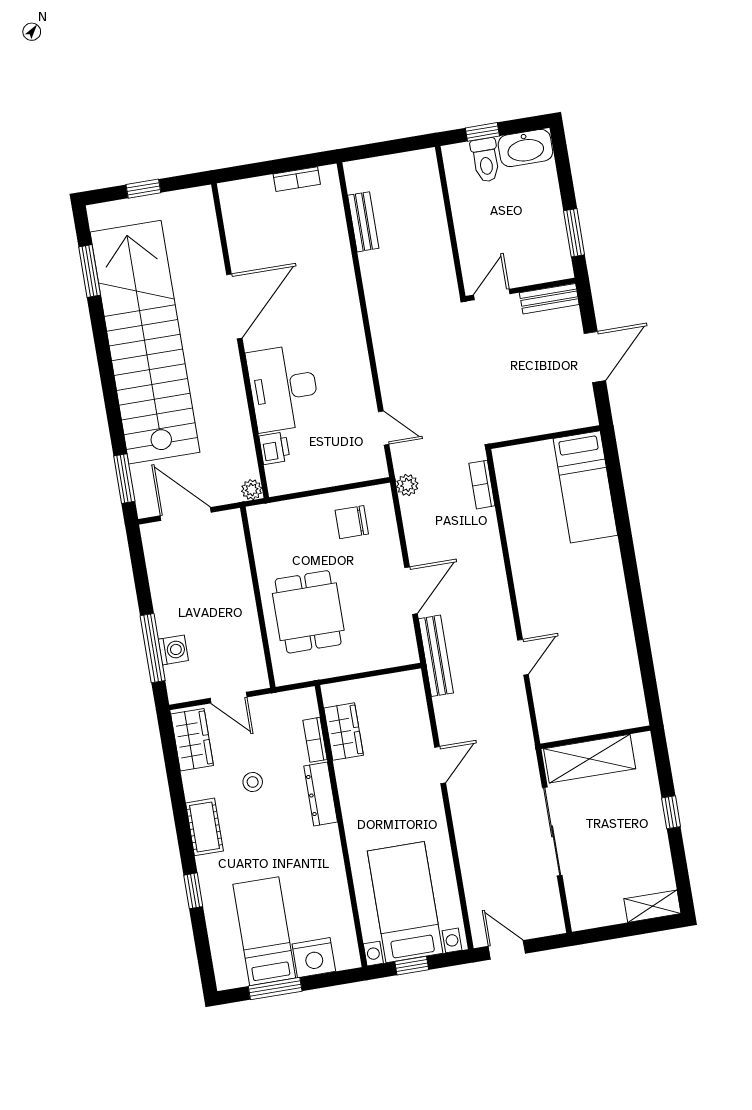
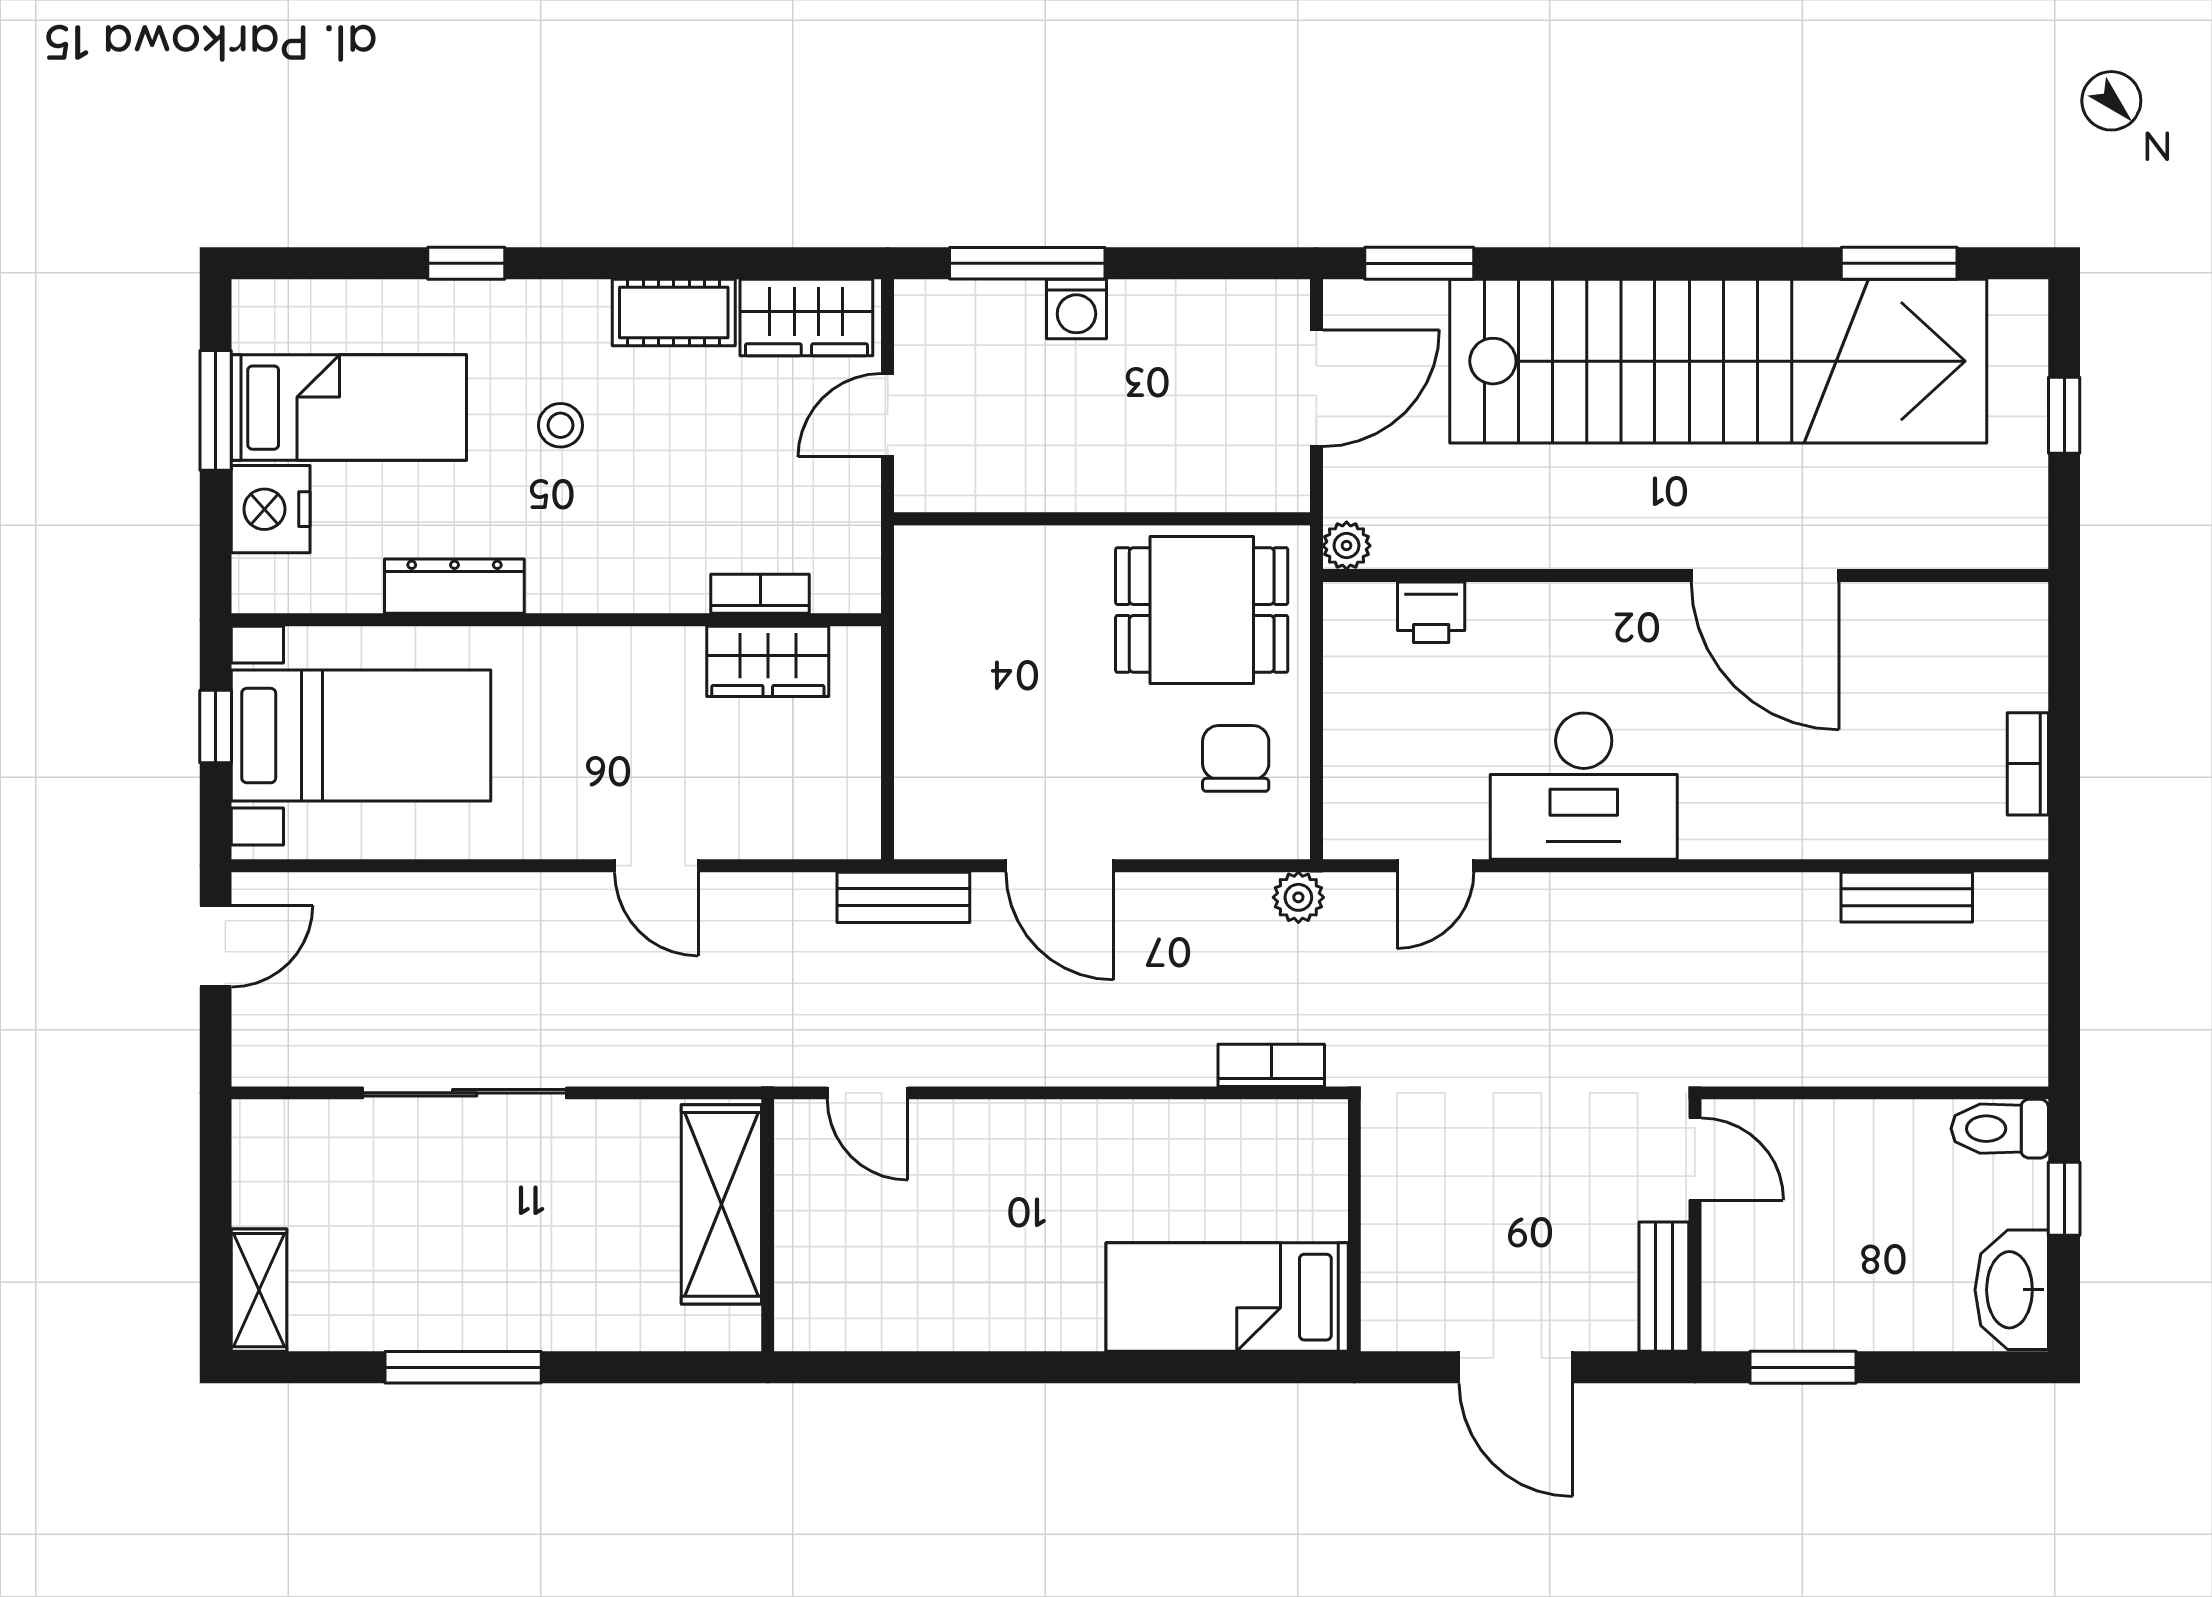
toilet: (485, 160) -> (2000, 1129), moved
desk: (283, 388) -> (1584, 786), moved, turned 180
dining table: (308, 612) -> (1202, 610), moved
washing machine: (173, 650) -> (1076, 309), moved
bench: (436, 656) -> (903, 897), width x0.73
wall: (595, 737) -> (768, 1225), moved
shelving: (590, 759) -> (721, 1204), moved
stool: (253, 782) -> (561, 425), moved
dresser: (321, 794) -> (454, 586), moved
window: (671, 812) -> (463, 1367), width x2.17
cot: (204, 827) -> (674, 312), moved

